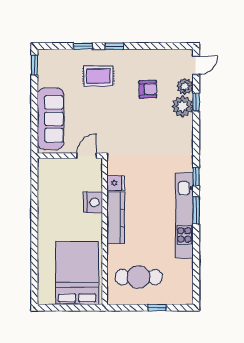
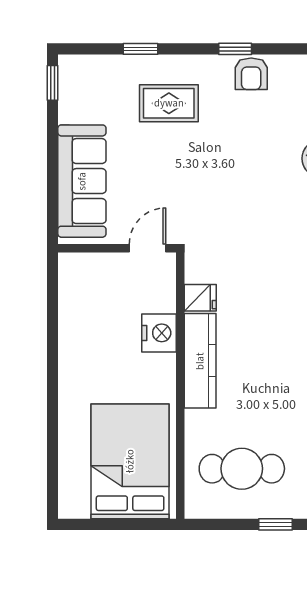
window: (114, 46) -> (235, 49), moved
armchair: (148, 89) -> (251, 74), moved, turned 92

